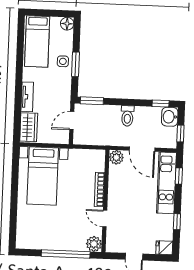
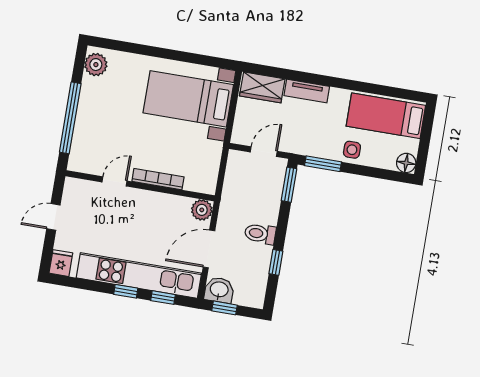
window: (75, 64) -> (323, 164), moved
window: (161, 104) -> (276, 262), moved
washbasin: (170, 117) -> (219, 290), moved
door: (72, 121) -> (264, 152), hinge flipped
kitchen unit: (166, 183) -> (139, 275), width x1.36
window: (177, 222) -> (126, 291), moved
plant: (94, 244) -> (96, 65), moved

